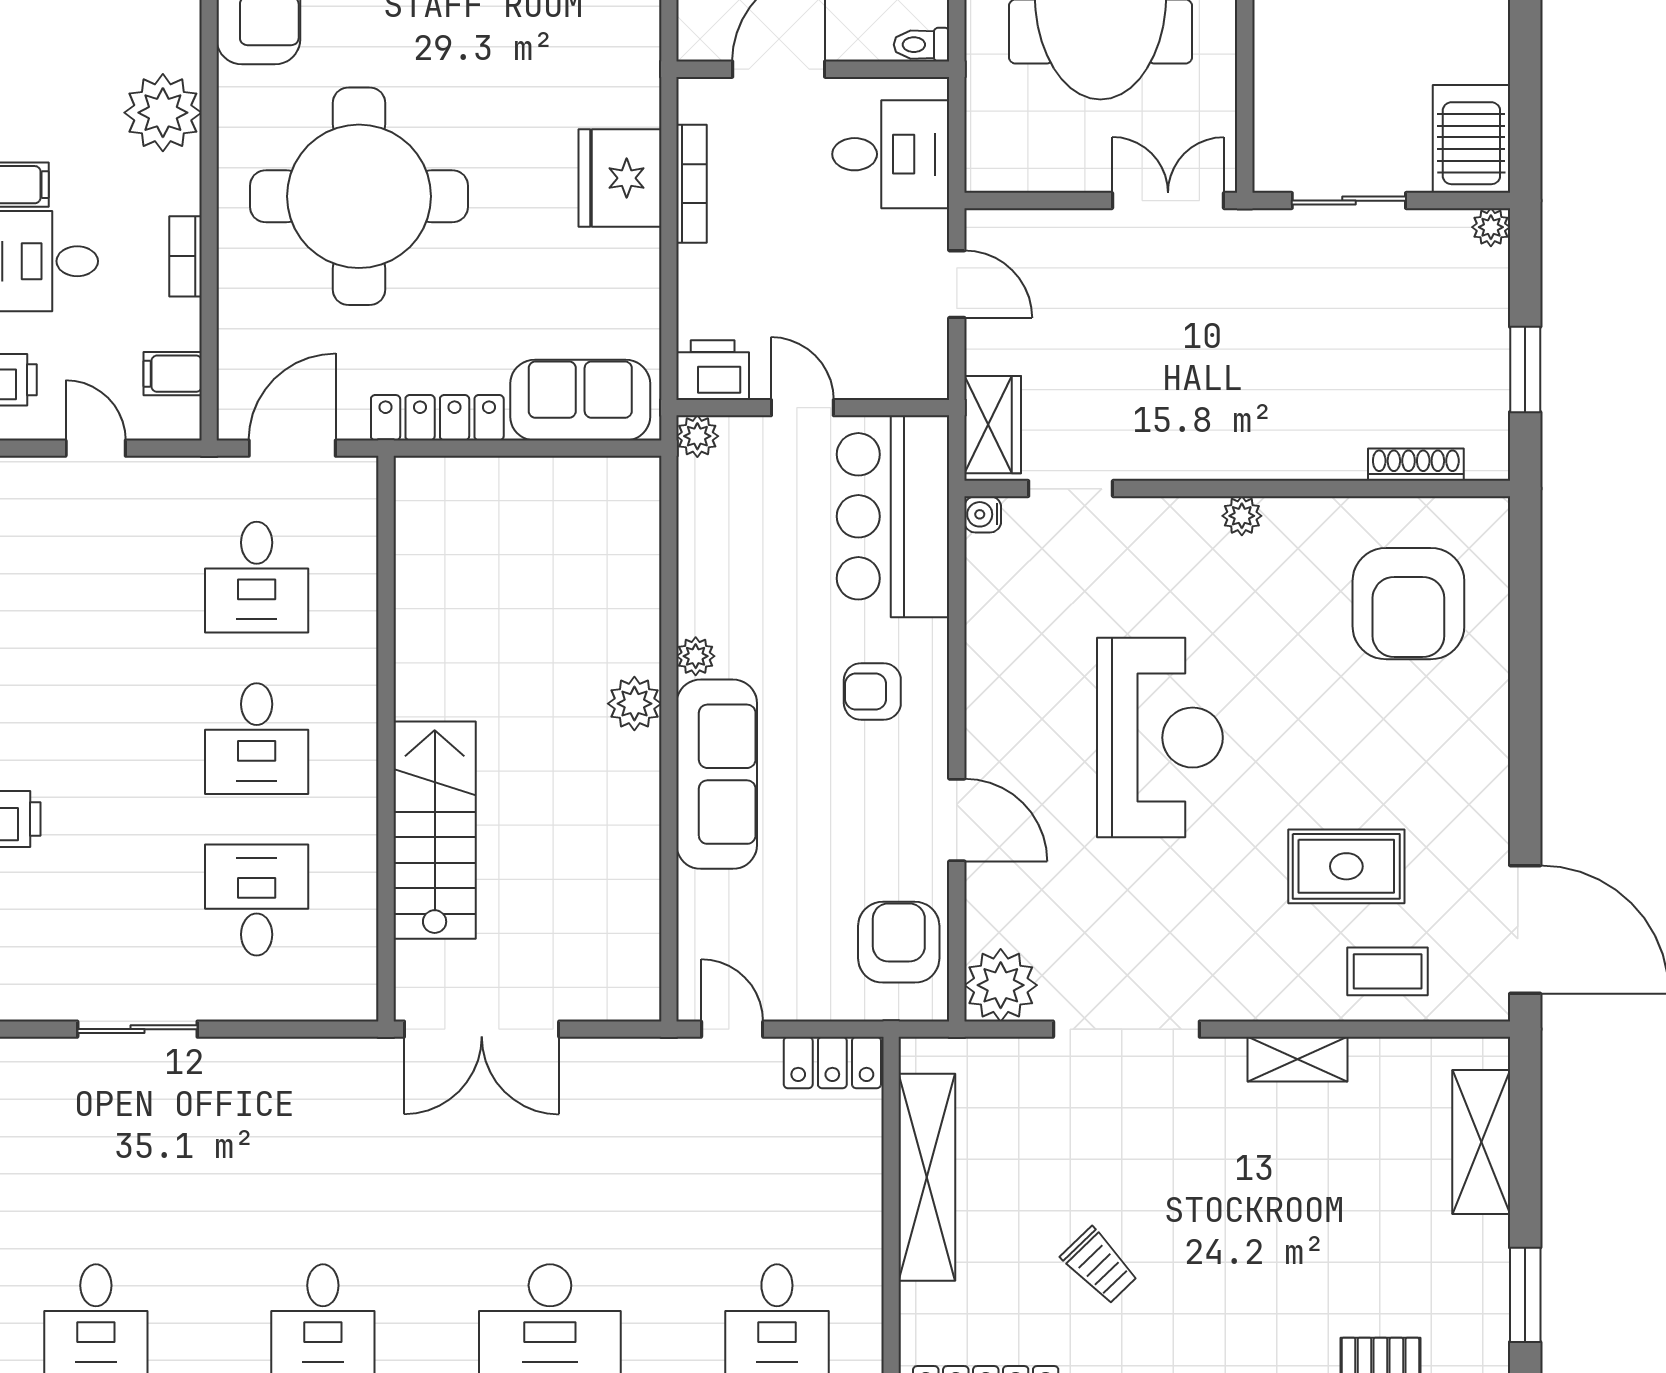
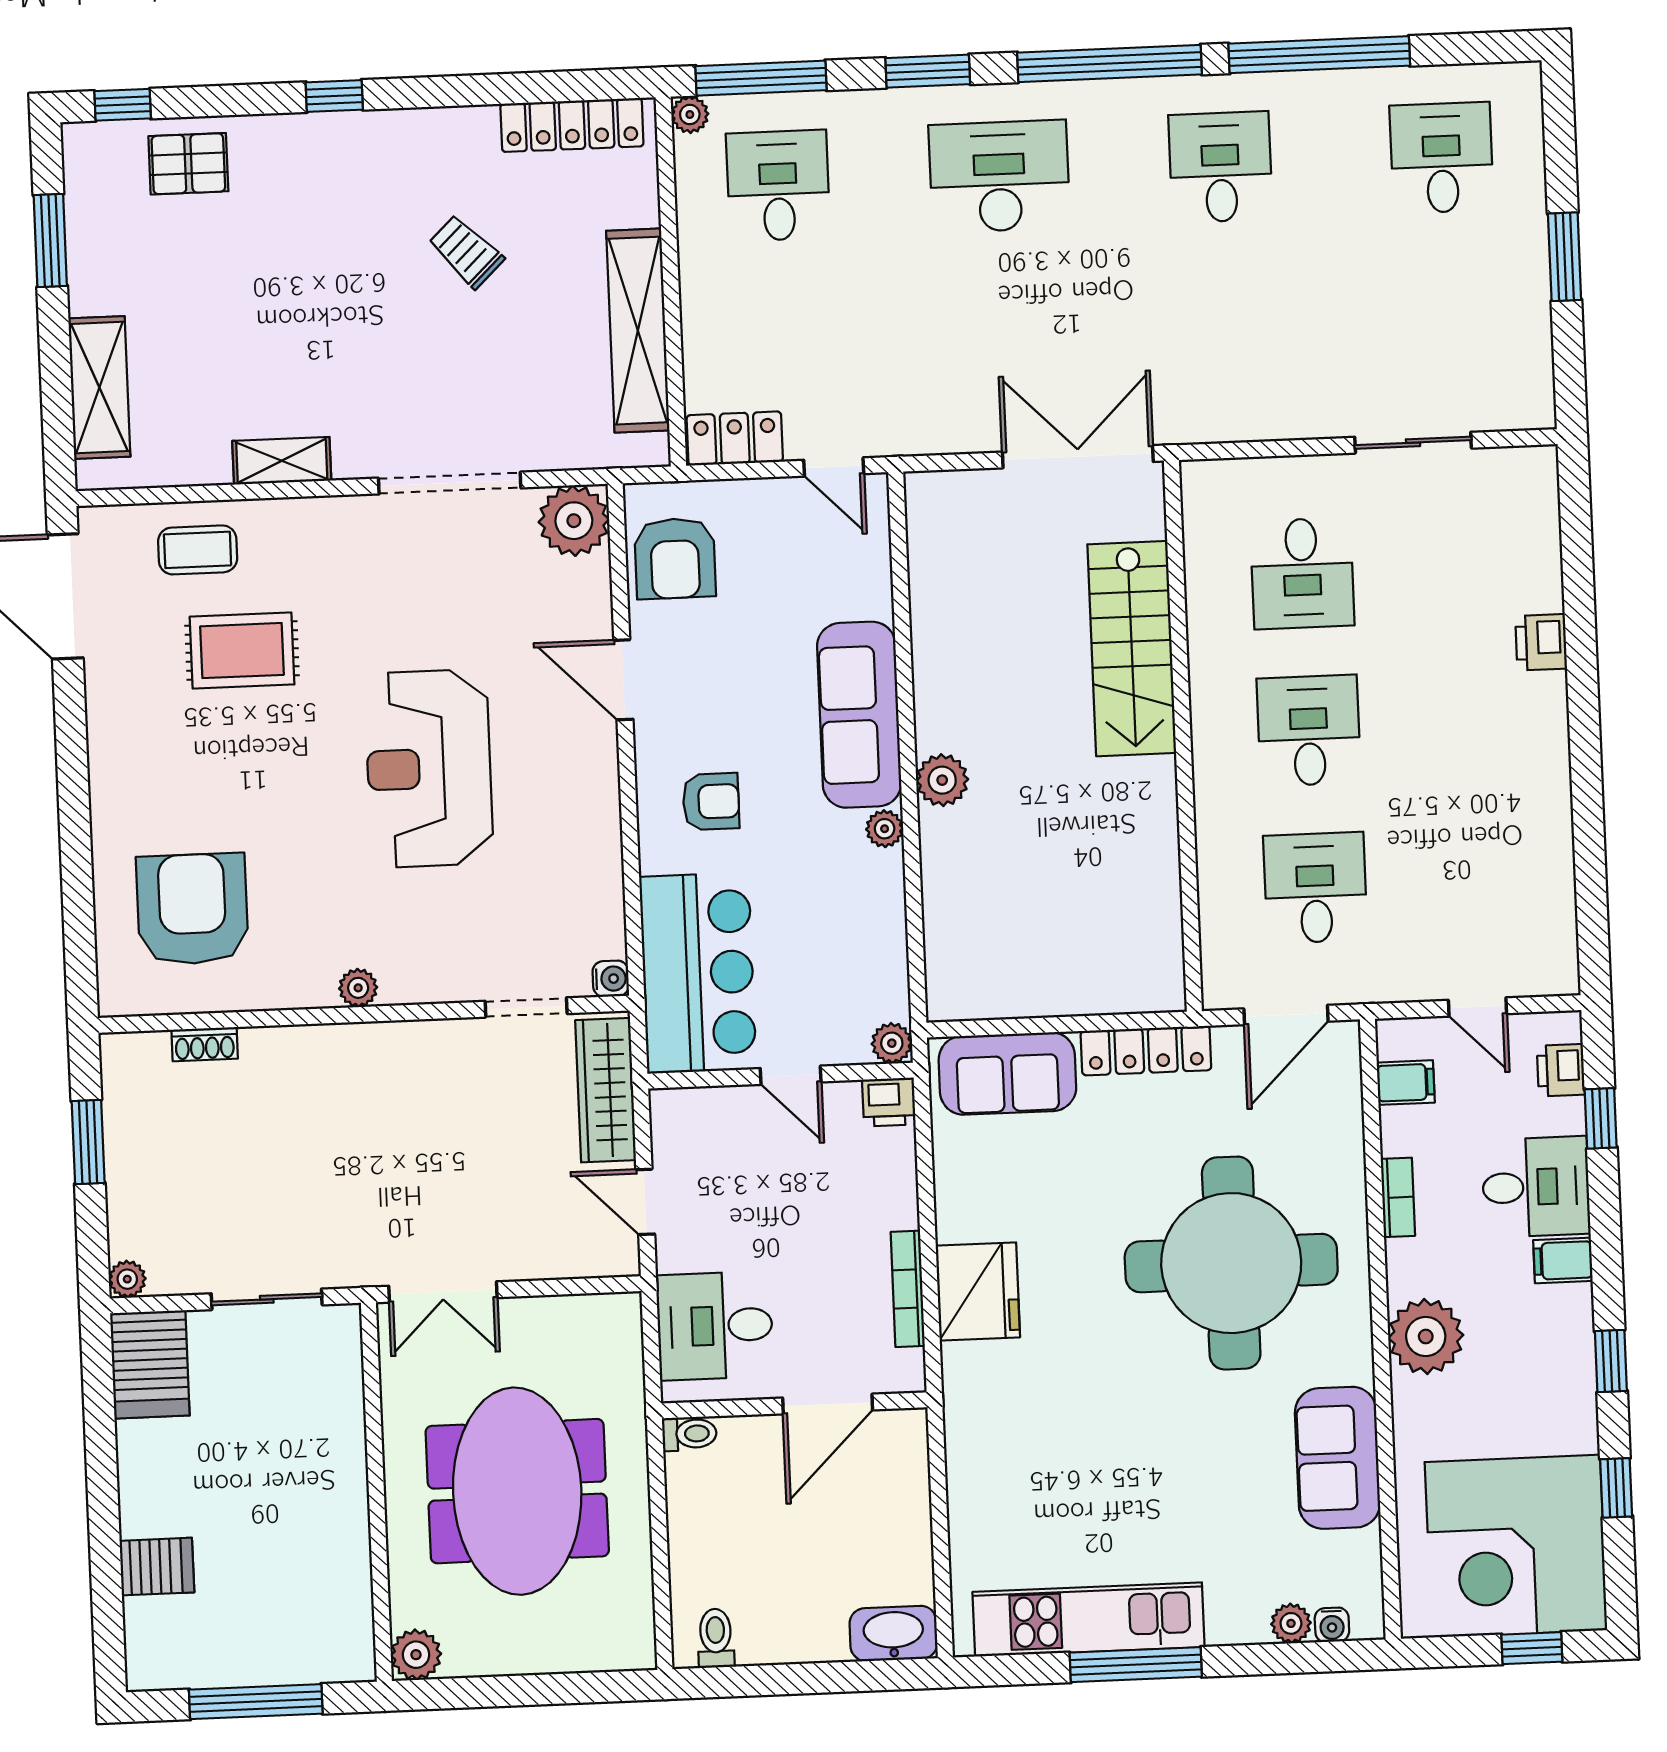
printer: (713, 370) -> (889, 1102), width x0.73, depth x0.81
wardrobe: (993, 425) -> (606, 1090), width x1.50
shoe rack: (1416, 465) -> (205, 1044), width x0.70

